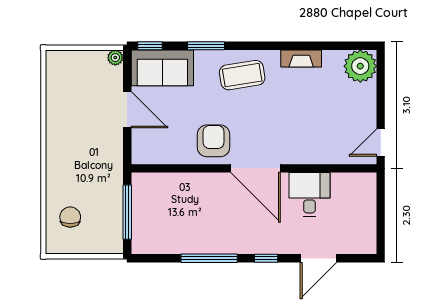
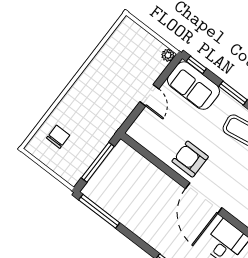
door: (127, 110) -> (149, 95), width x0.73
armchair: (214, 141) -> (190, 159), turned -90
window: (209, 258) -> (99, 211), moved

